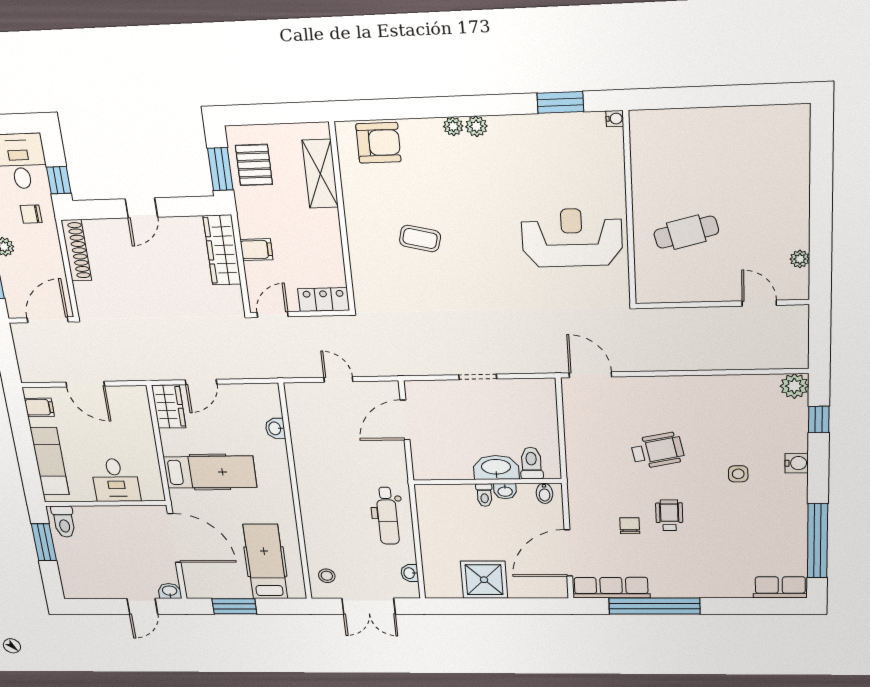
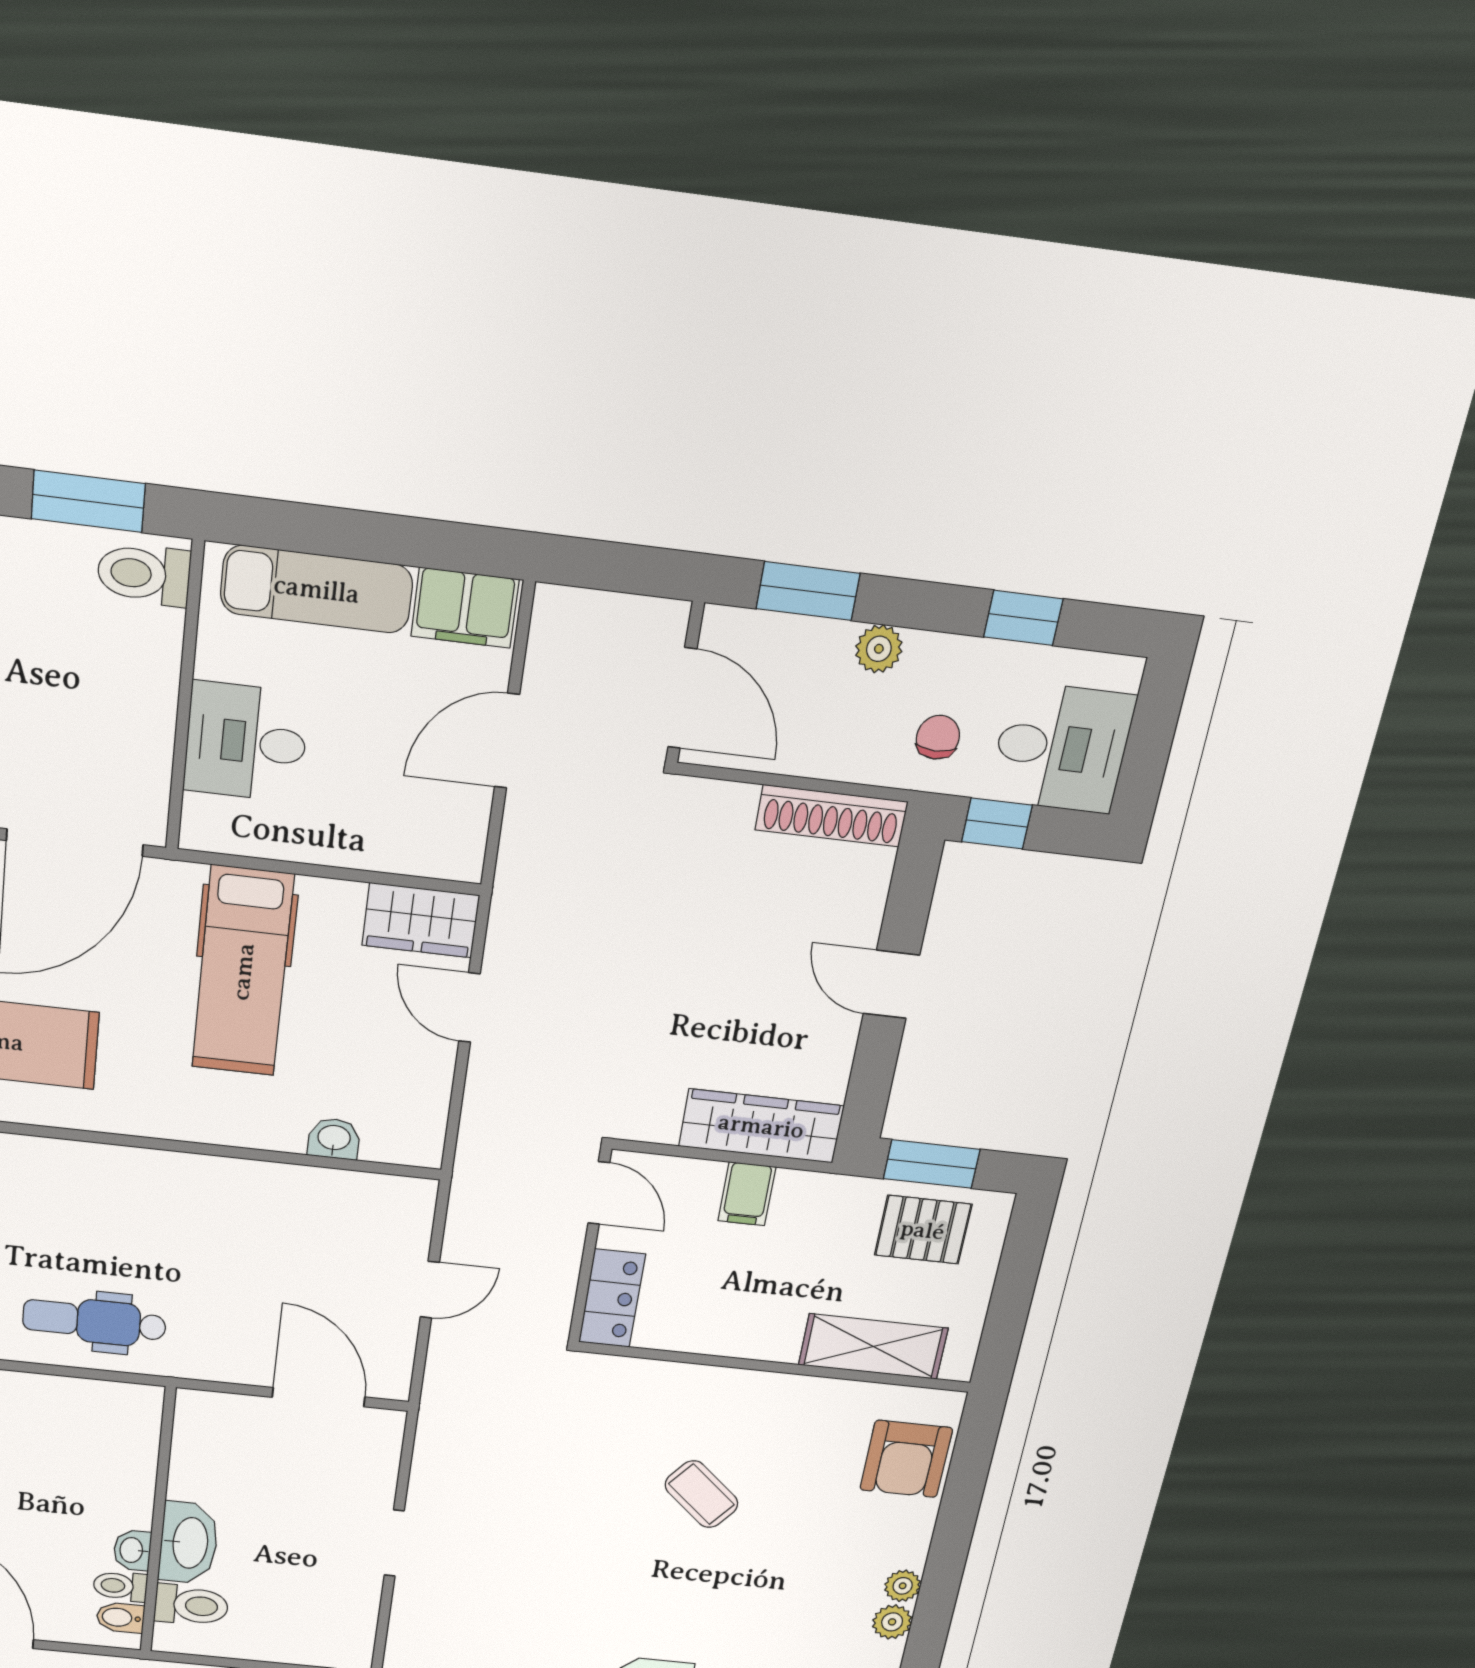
coffee table: (420, 238) -> (701, 1494), turned -64
filing cabinet: (39, 407) -> (465, 608), width x2.00
toilet: (484, 495) -> (120, 1586), moved

